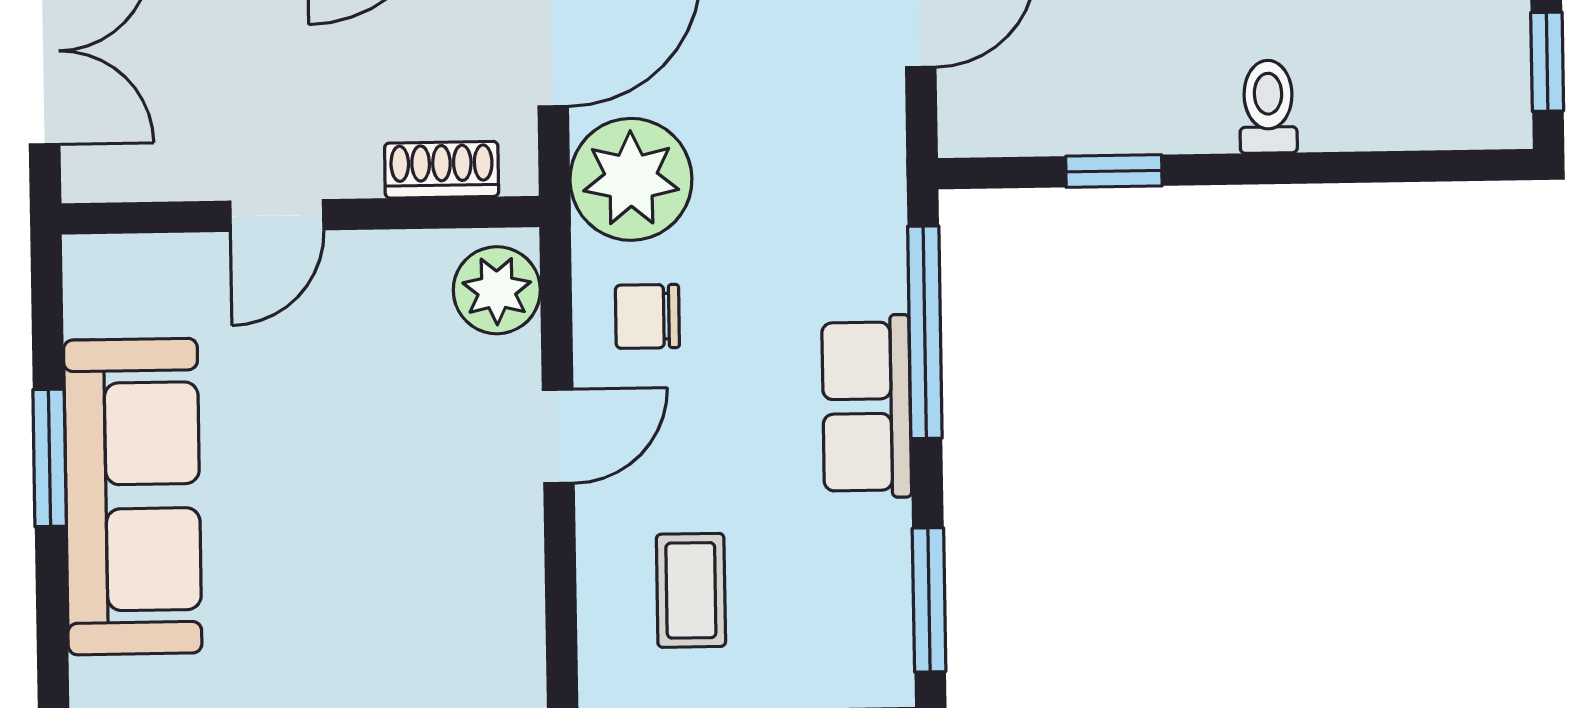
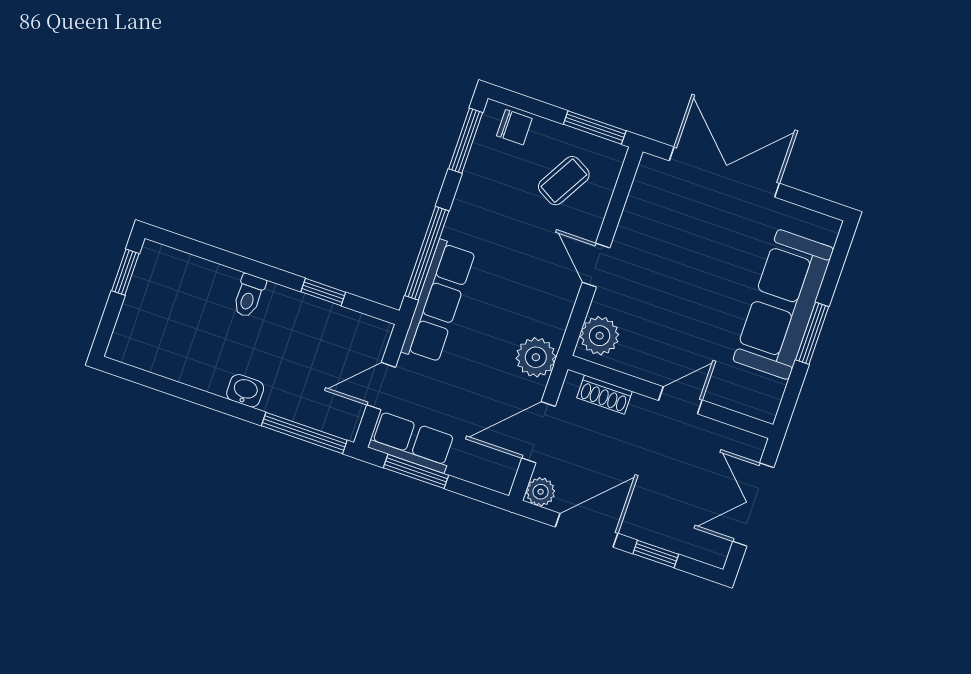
plant: (631, 179) -> (536, 357), width x0.73, depth x0.73
chair: (647, 316) -> (514, 127), moved
row of seats: (867, 406) -> (438, 301), moved, width x1.48
door: (558, 436) -> (596, 265), hinge flipped
coffee table: (691, 590) -> (564, 181), turned 30

